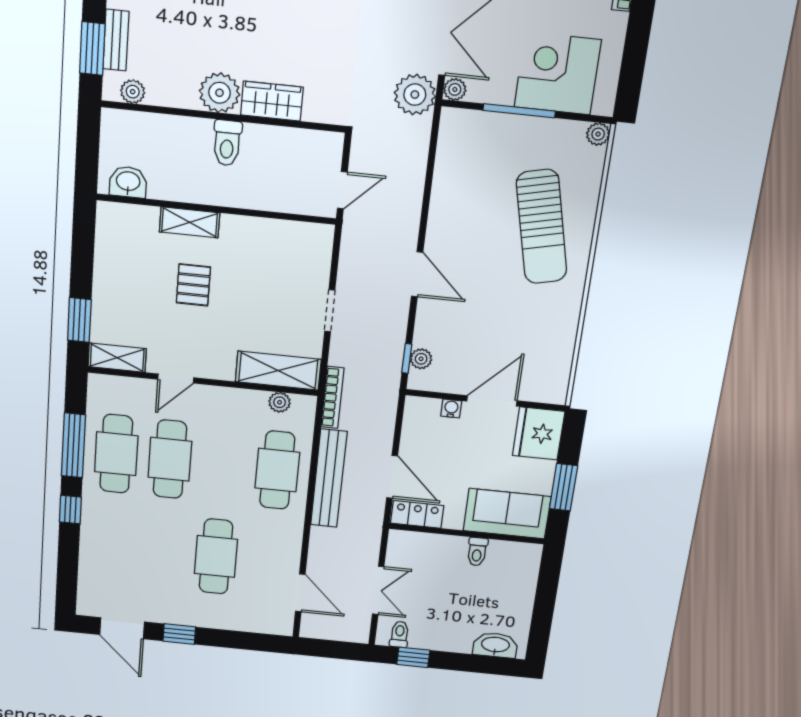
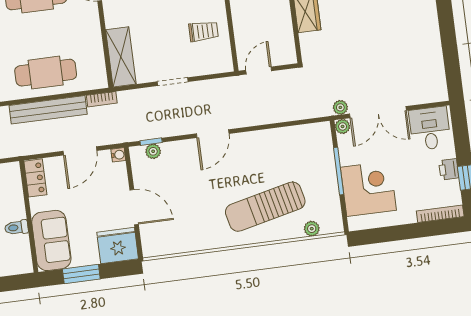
plant: (415, 95) -> (340, 107), width x0.53, depth x0.53
plant: (598, 134) -> (312, 229), moved
door: (342, 190) -> (259, 71), swing flipped
trolley: (267, 253) -> (203, 31), added
bookcase: (332, 397) -> (102, 99), width x0.64
plant: (280, 402) -> (98, 63), removed
water cooler: (451, 408) -> (118, 155), moved
door: (392, 477) -> (80, 151), moved

